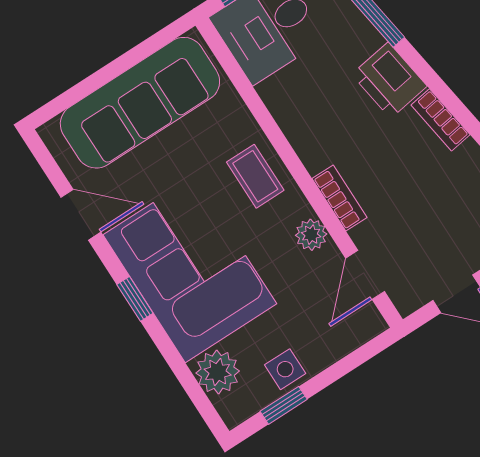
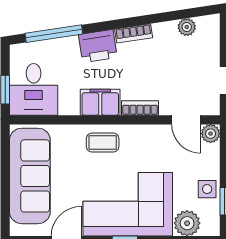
filing cabinet: (311, 135) -> (100, 102), added
plant: (311, 235) -> (211, 134), moved

